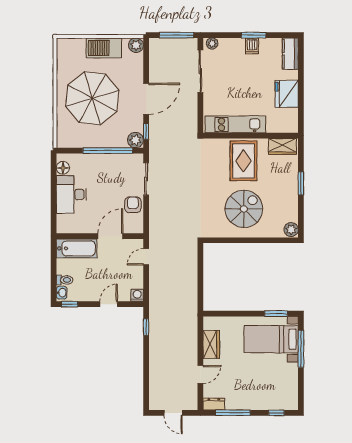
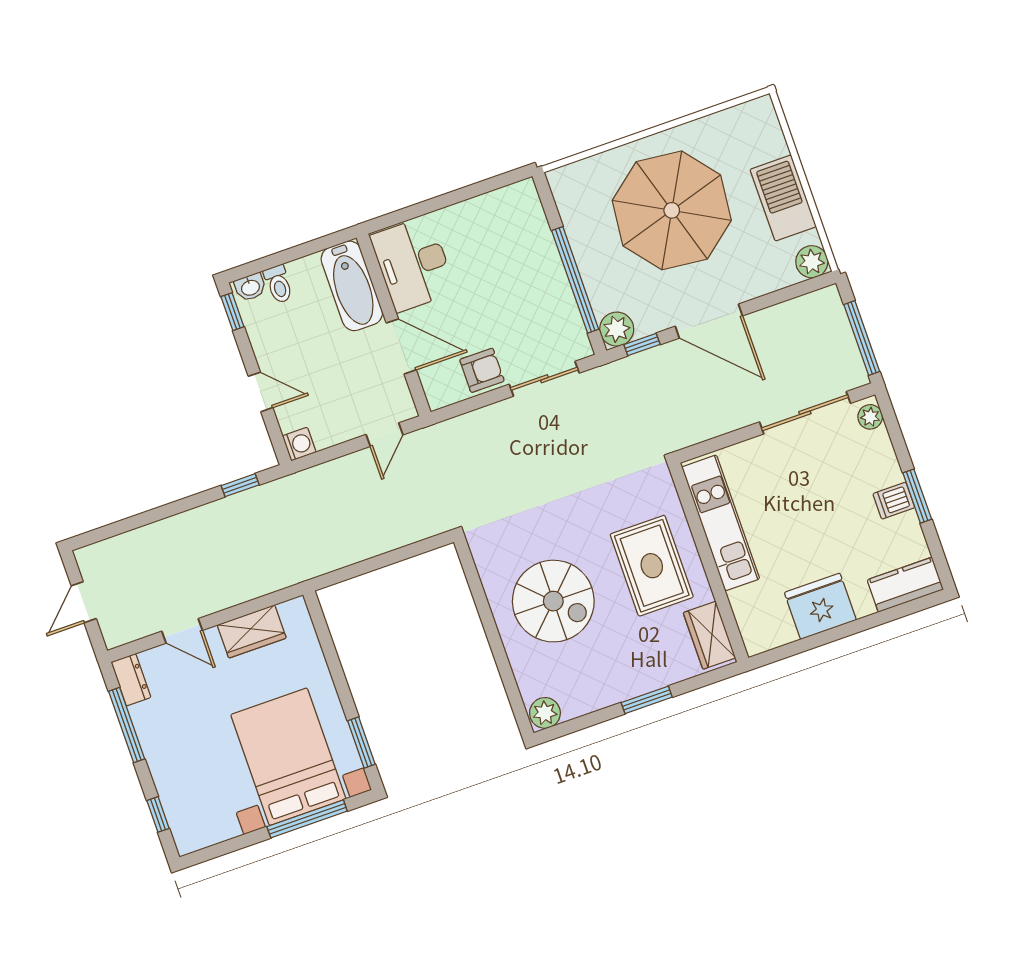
rug: (243, 161) -> (652, 566), turned 90
floor lamp: (63, 168) -> (507, 200), removed
desk: (71, 194) -> (413, 264), moved, turned -90
door: (146, 257) -> (385, 435), swing flipped
bed with nightstands: (271, 339) -> (288, 757), width x1.36

